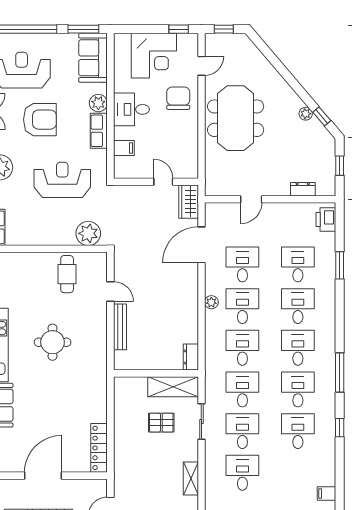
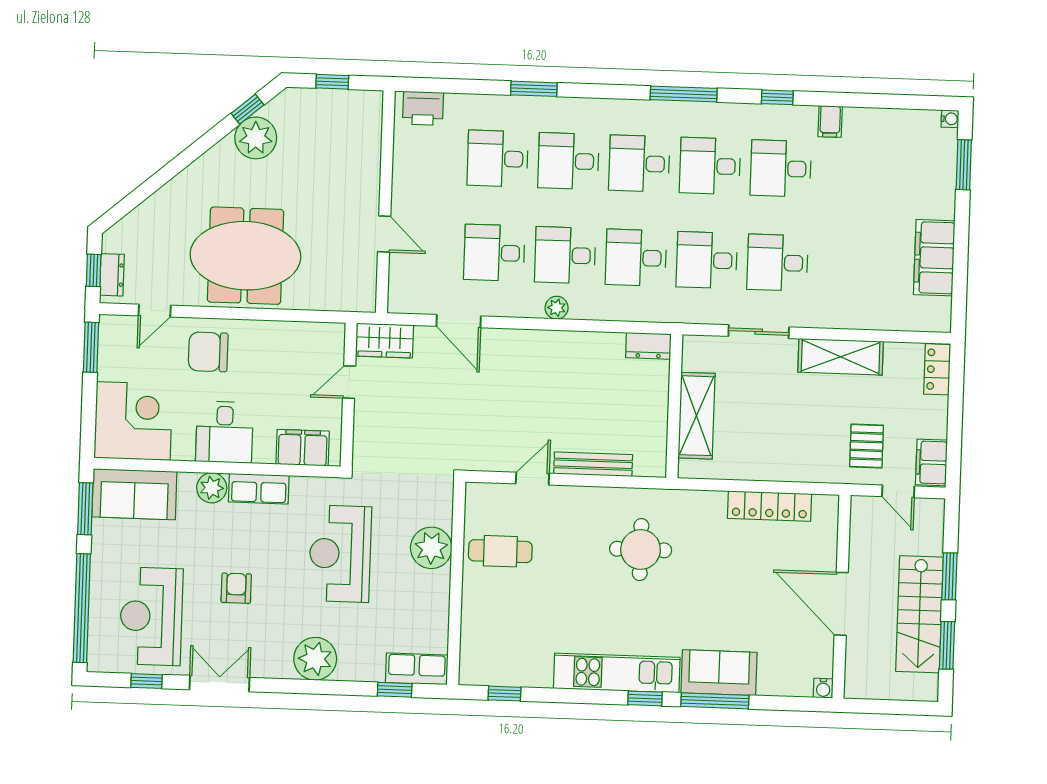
window: (179, 29) -> (91, 347), width x1.50
corner desk: (154, 56) -> (133, 421), moved
door: (201, 66) -> (155, 311), swing flipped
plant: (306, 114) -> (256, 138), width x1.88, depth x1.88
armchair: (40, 120) -> (236, 588), width x0.53, depth x0.53
filing cabinet: (124, 148) -> (303, 448), width x2.00
dresser: (303, 189) -> (112, 275), moved, turned 180
plant: (88, 233) -> (431, 548), moved
door: (201, 245) -> (459, 321), width x0.73
window: (340, 265) -> (534, 89), moved
round table: (53, 342) -> (641, 550), moved
shelving: (173, 387) -> (697, 416), moved
pallet: (161, 423) -> (867, 446), moved
locker: (99, 448) -> (770, 506), moved
desk: (242, 473) -> (848, 265), removed
shelving: (191, 478) -> (841, 357), width x1.50, depth x1.33
filing cabinet: (326, 493) -> (830, 121), moved

